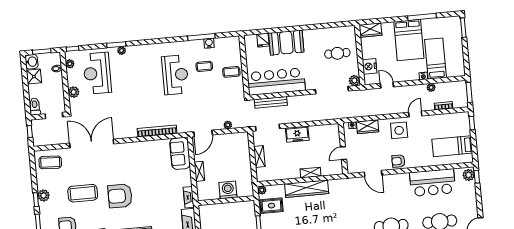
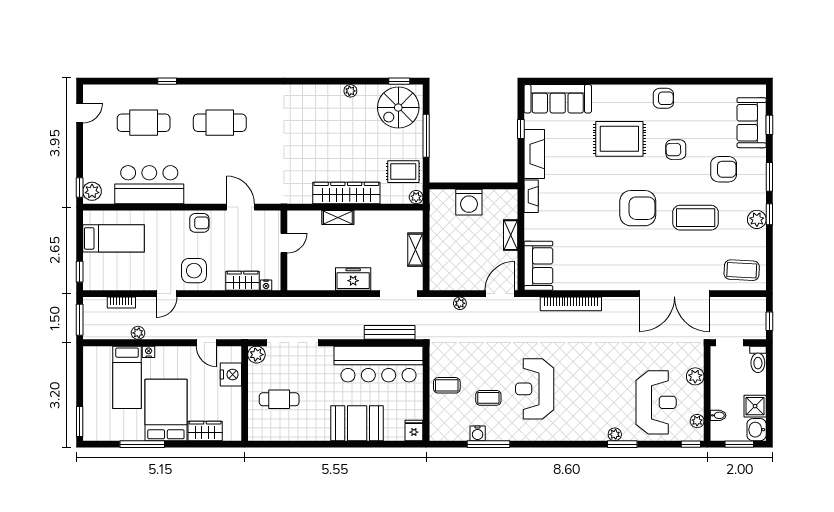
wardrobe: (370, 30) -> (205, 431), moved
fridge: (263, 40) -> (414, 430), moved

